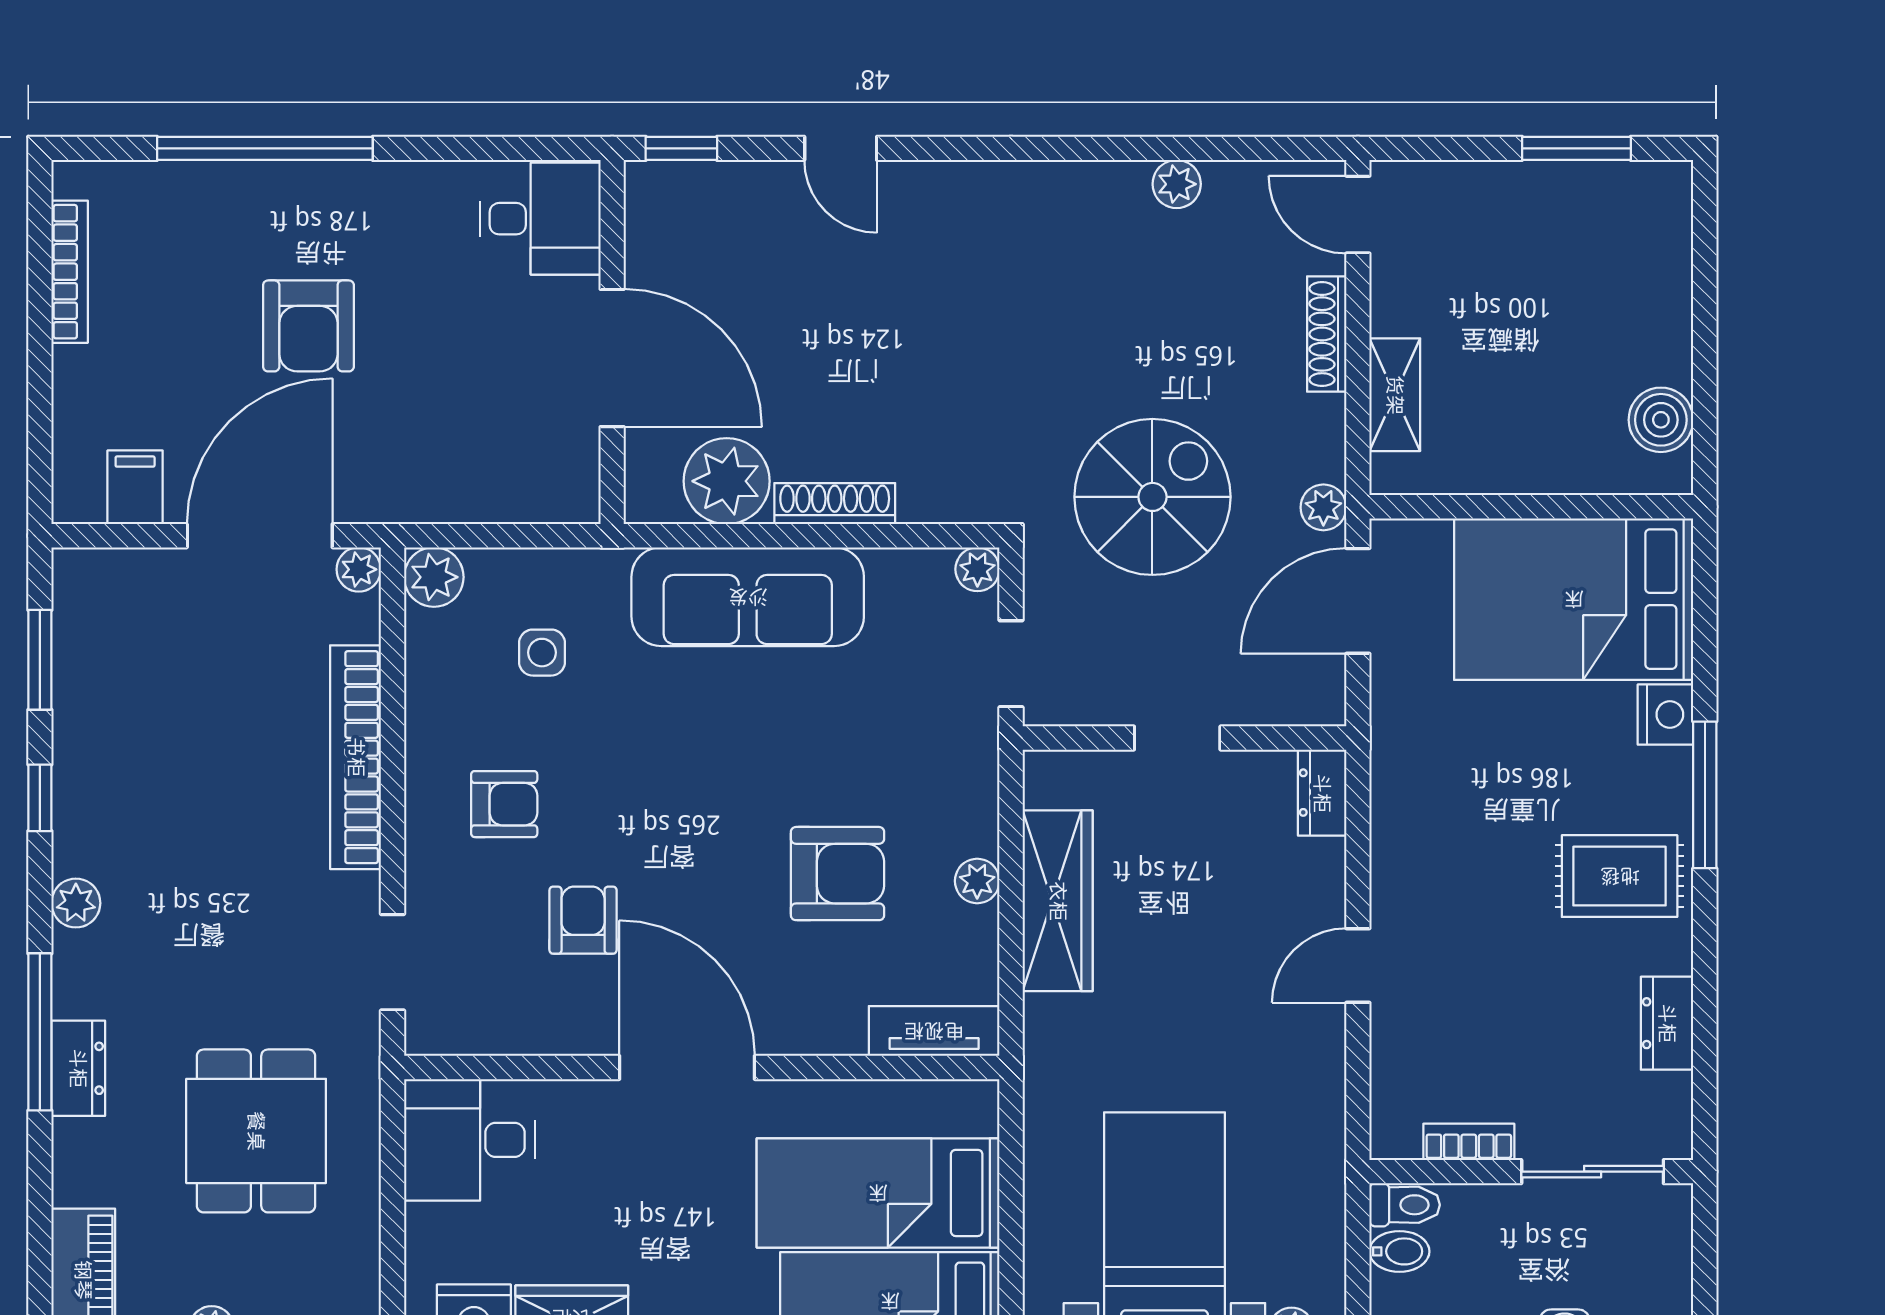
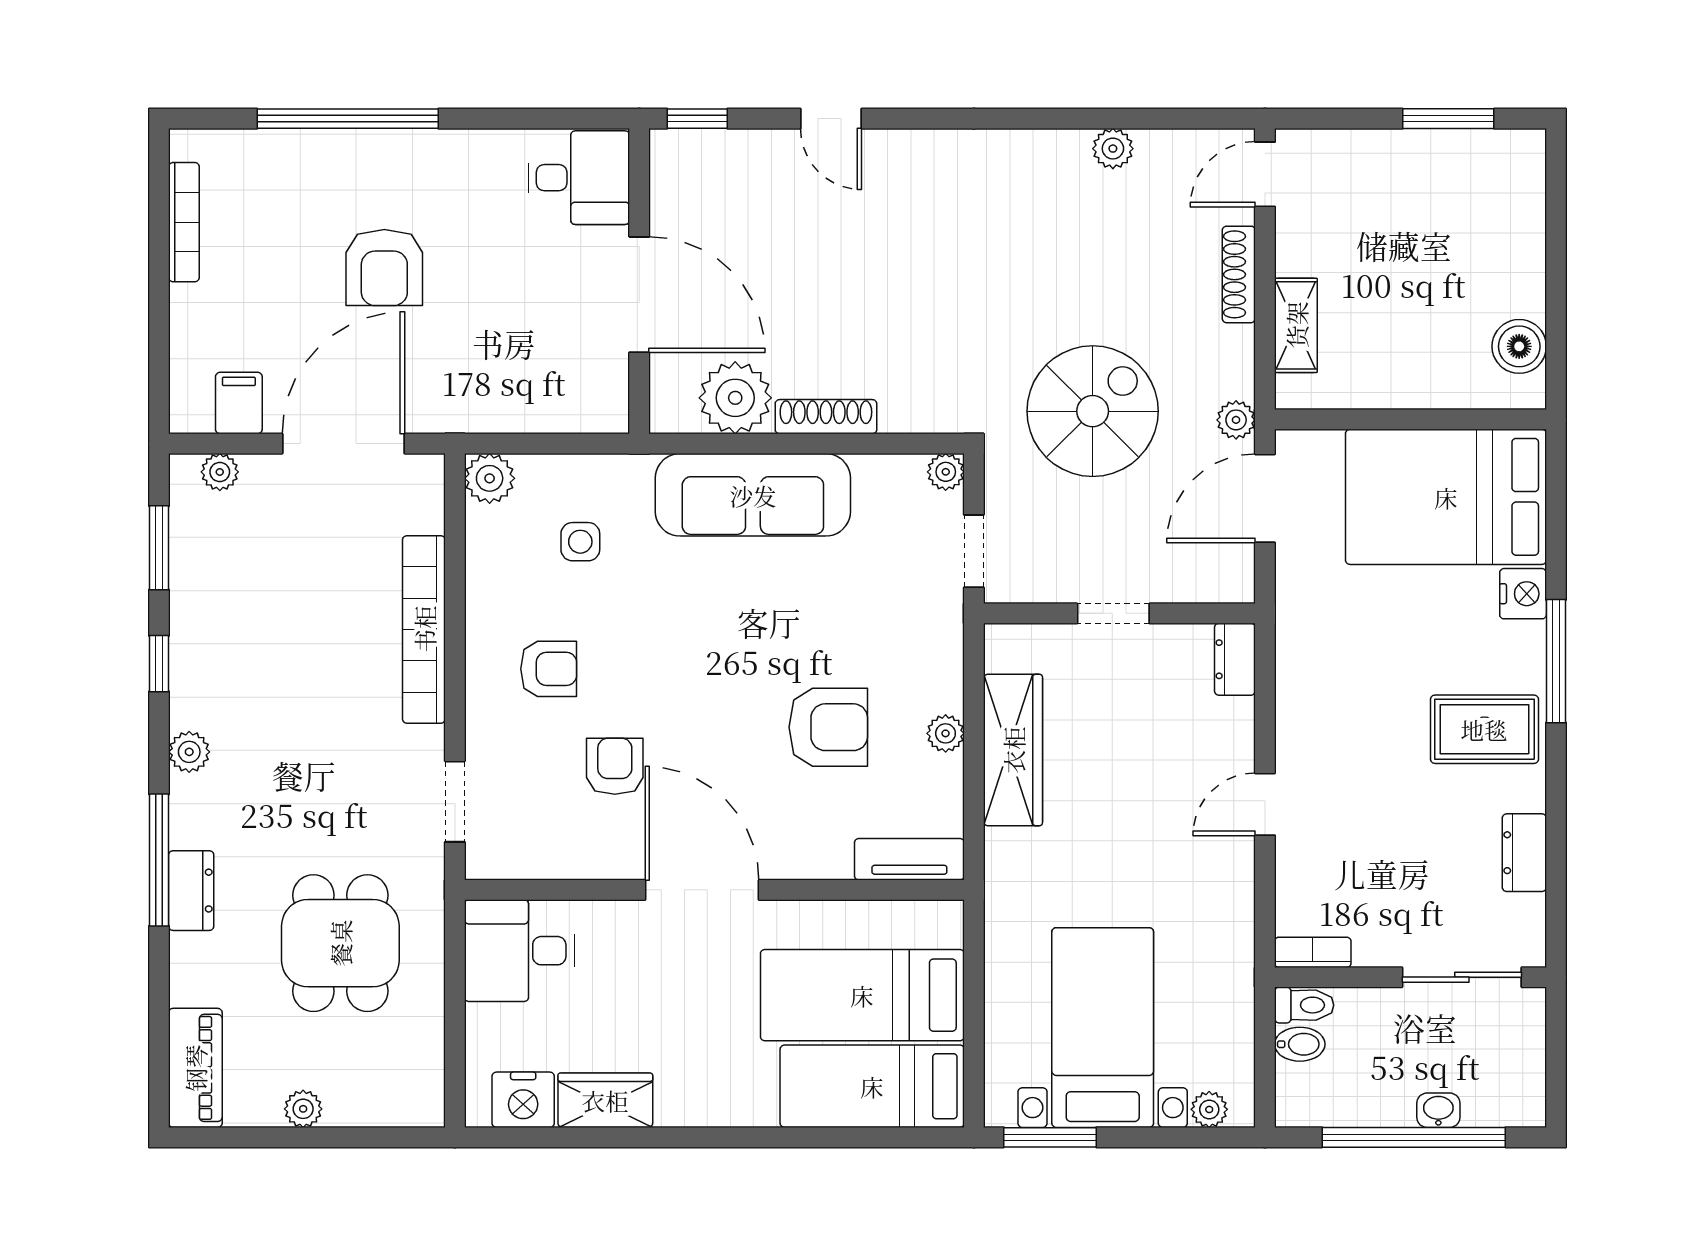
door: (1358, 215) -> (1265, 174), hinge flipped
plant: (359, 569) -> (220, 472), moved
bookcase: (1469, 1142) -> (1313, 952), moved

